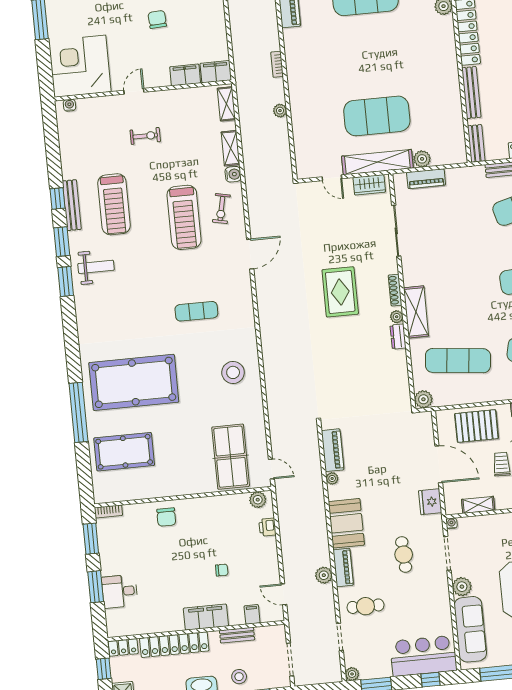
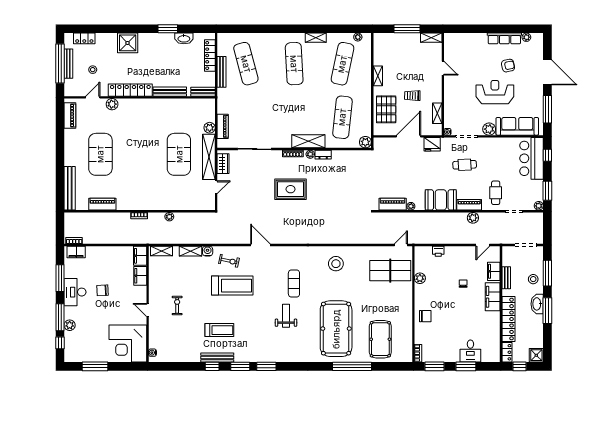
treadmill: (114, 204) -> (219, 330), width x0.73, depth x0.73
weight bench: (96, 267) -> (286, 316), moved
plant: (258, 500) -> (420, 278), moved
filing cabinet: (252, 614) -> (494, 271), width x2.00

